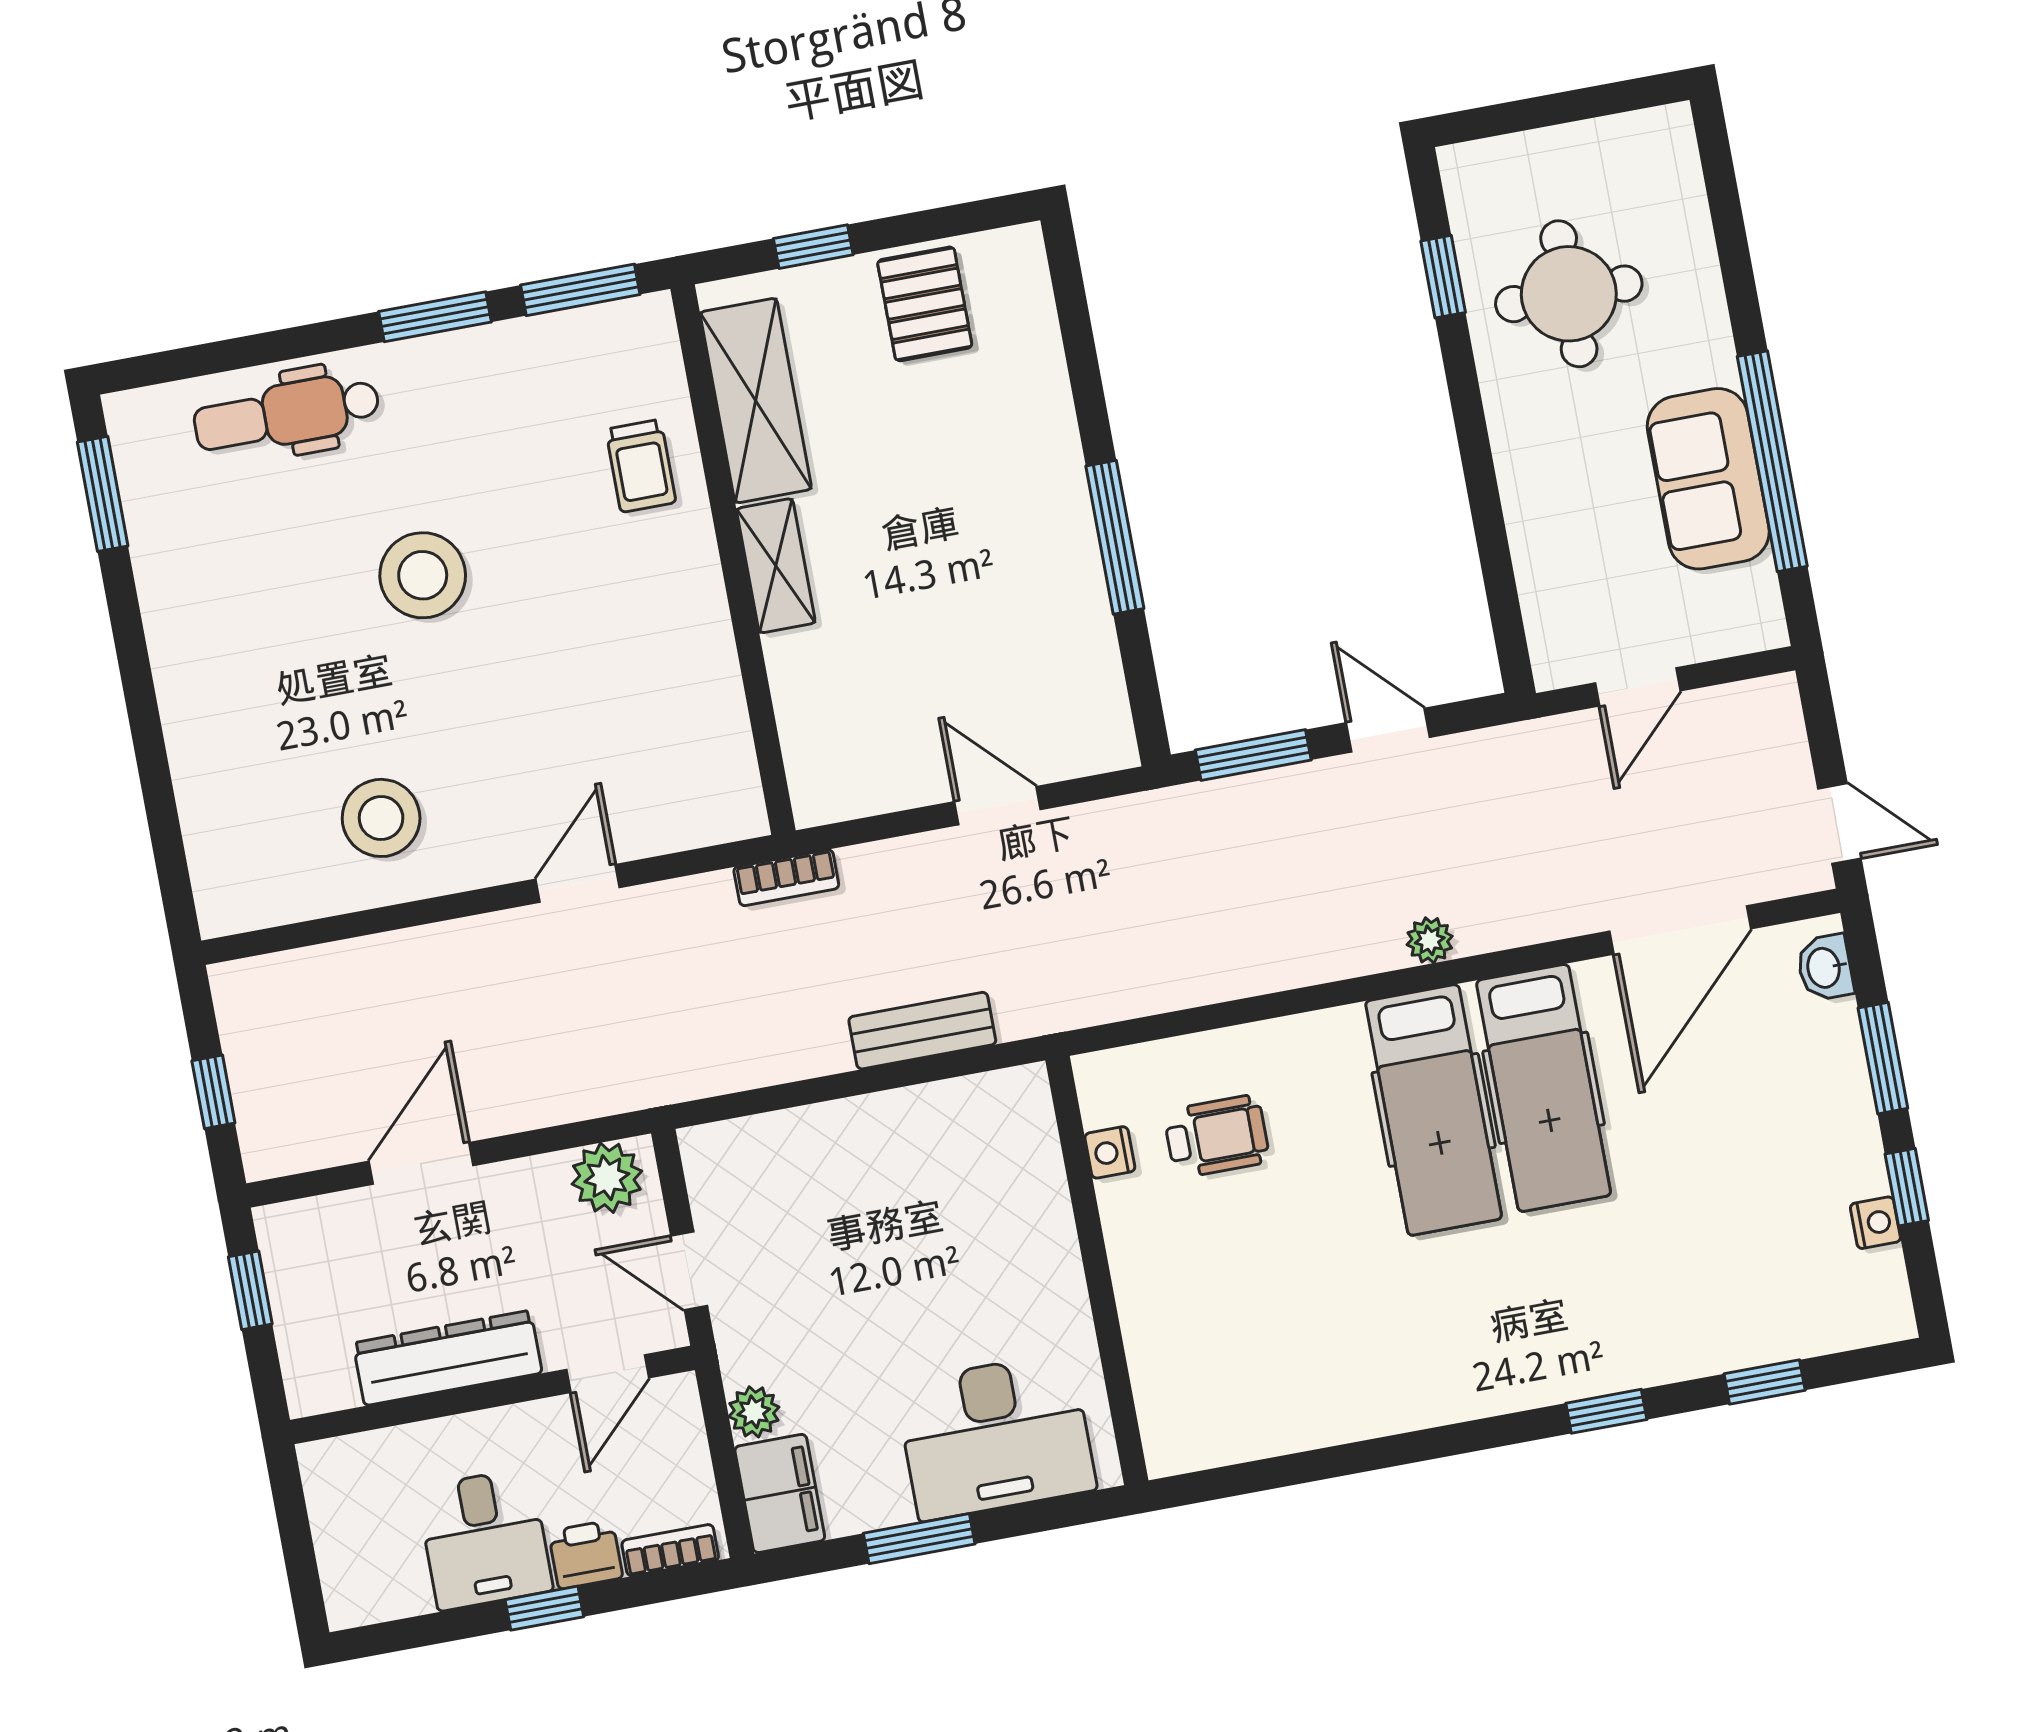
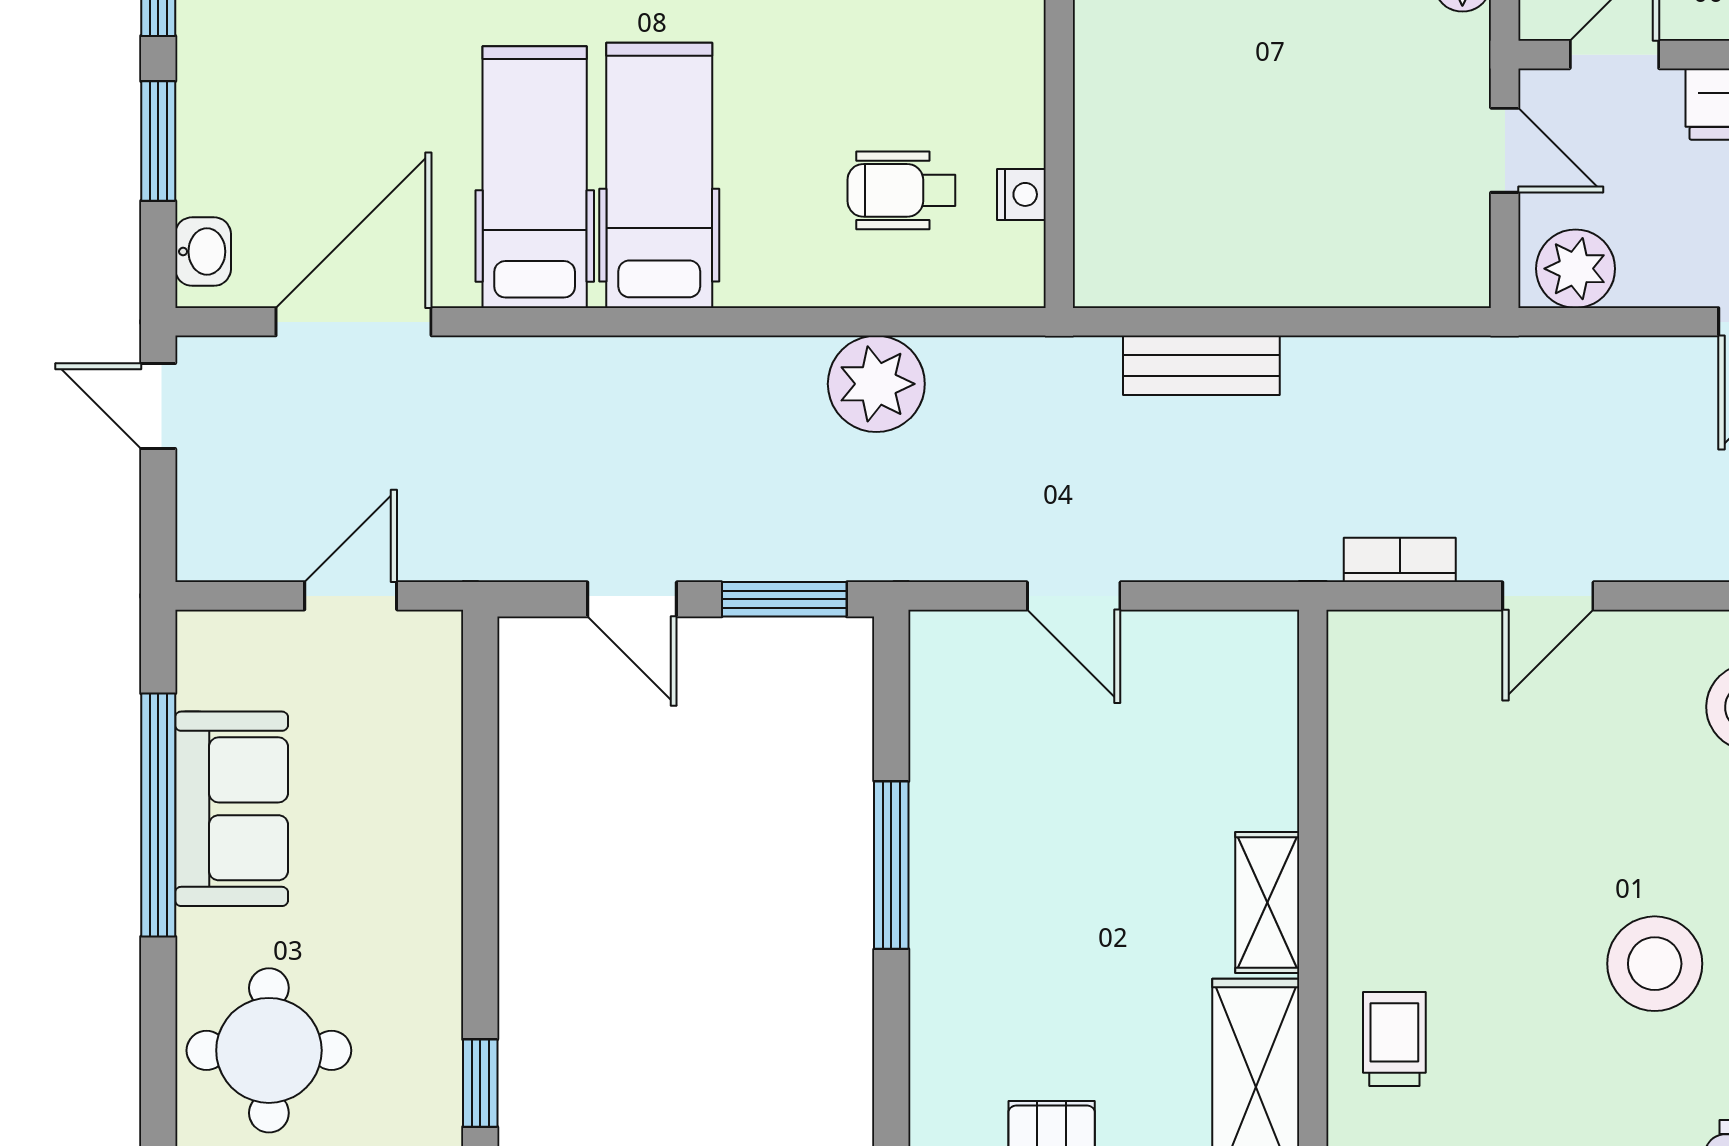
round table: (1569, 294) -> (269, 1050), moved
bookcase: (786, 878) -> (1400, 560), moved
plant: (1430, 940) -> (876, 384), moved, width x1.87, depth x1.87

